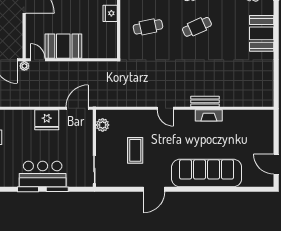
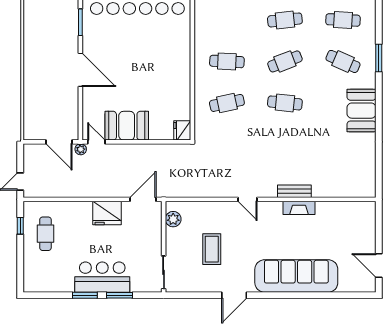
fridge: (110, 13) -> (182, 130), moved
cafe table: (197, 27) -> (285, 103), turned 30

